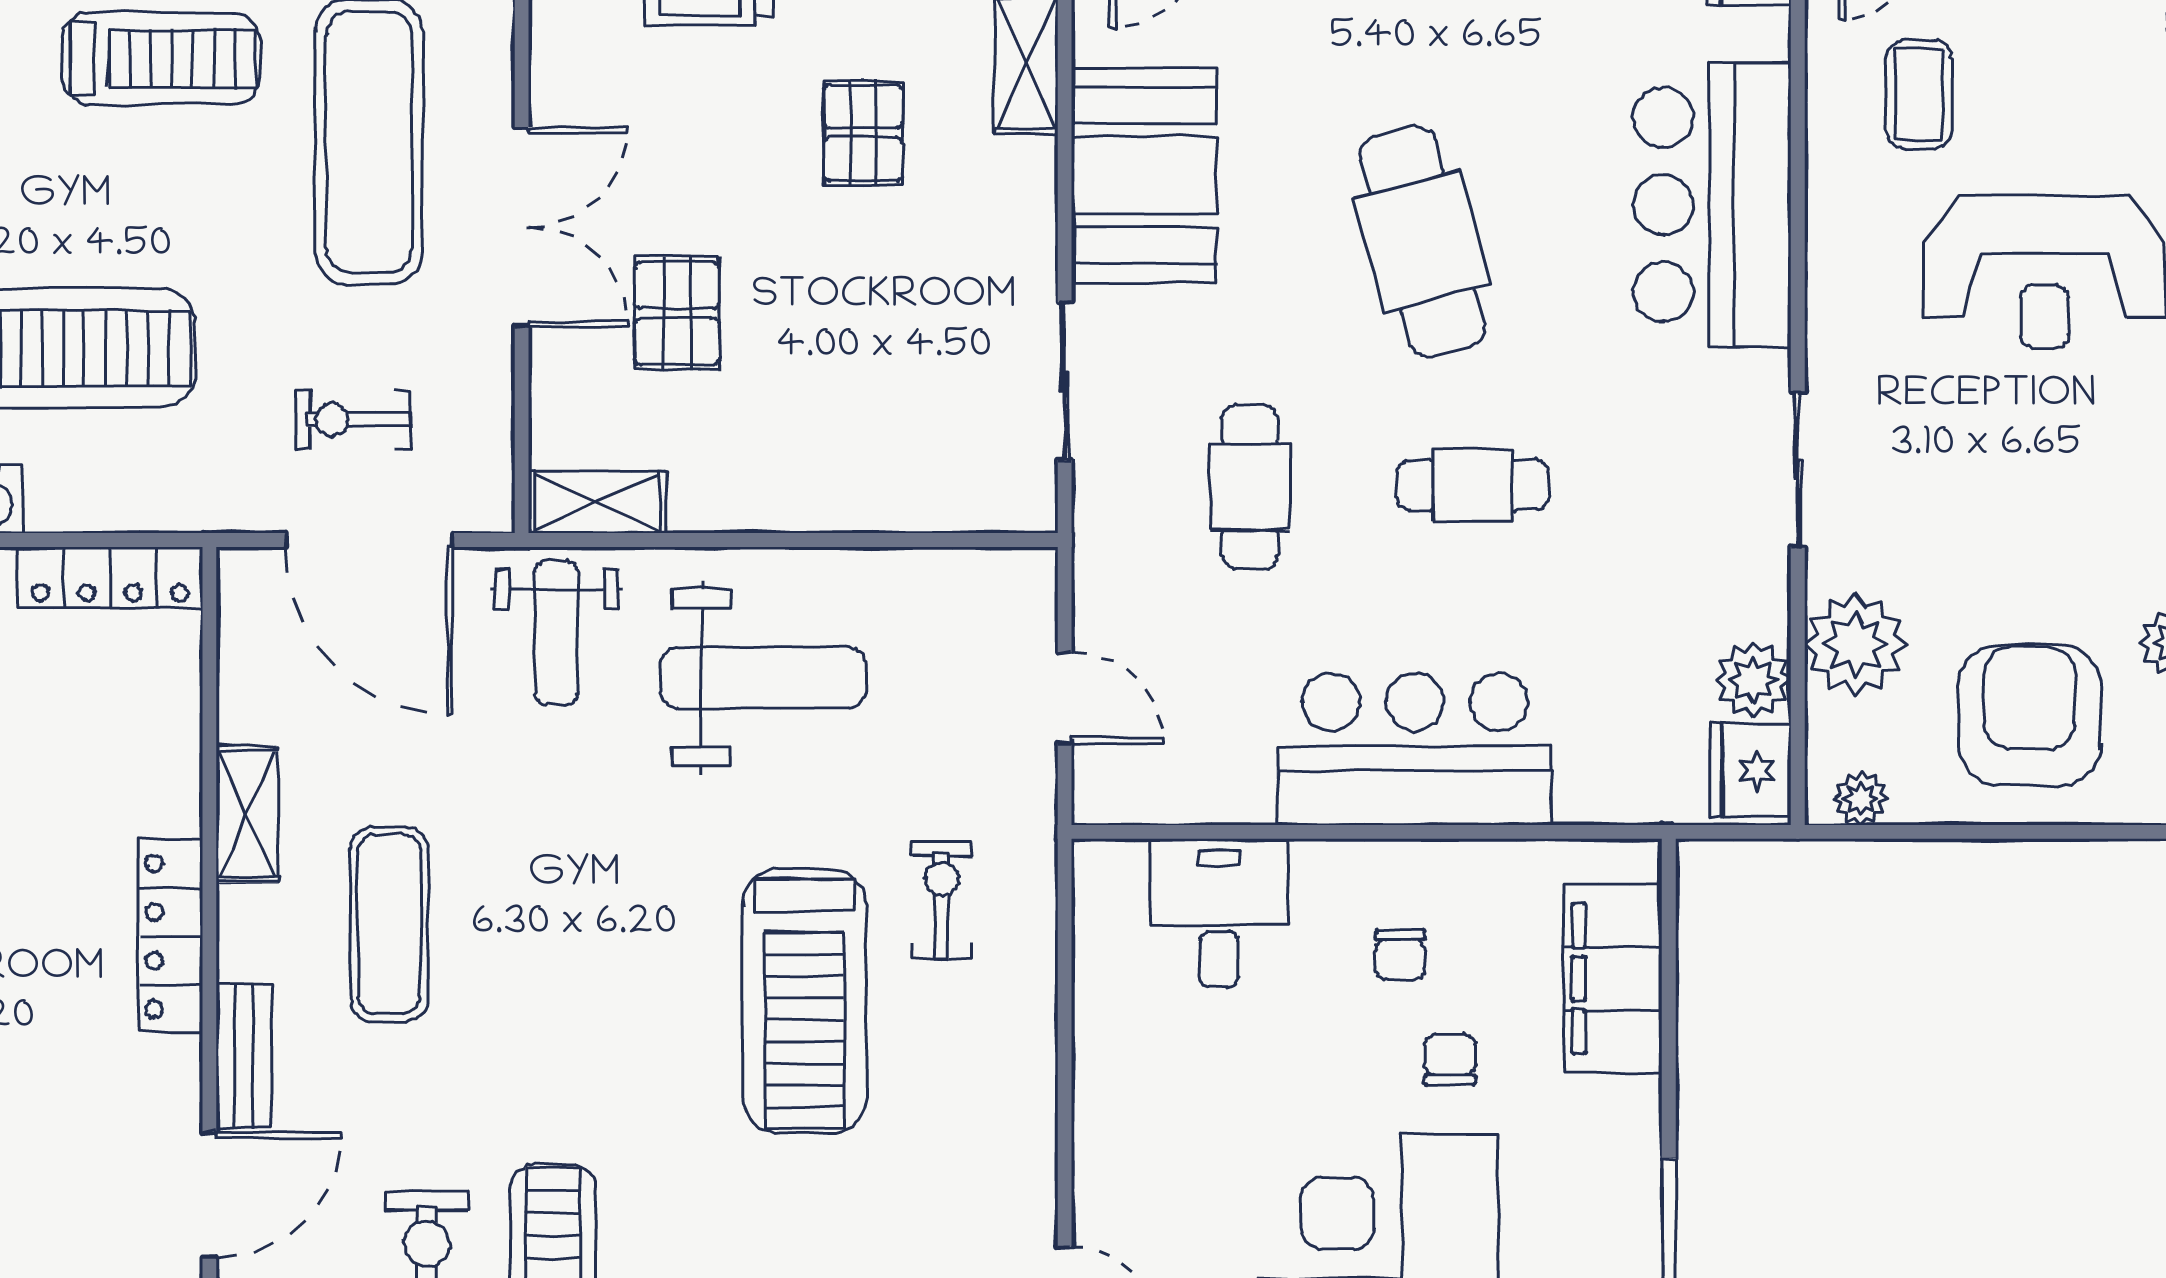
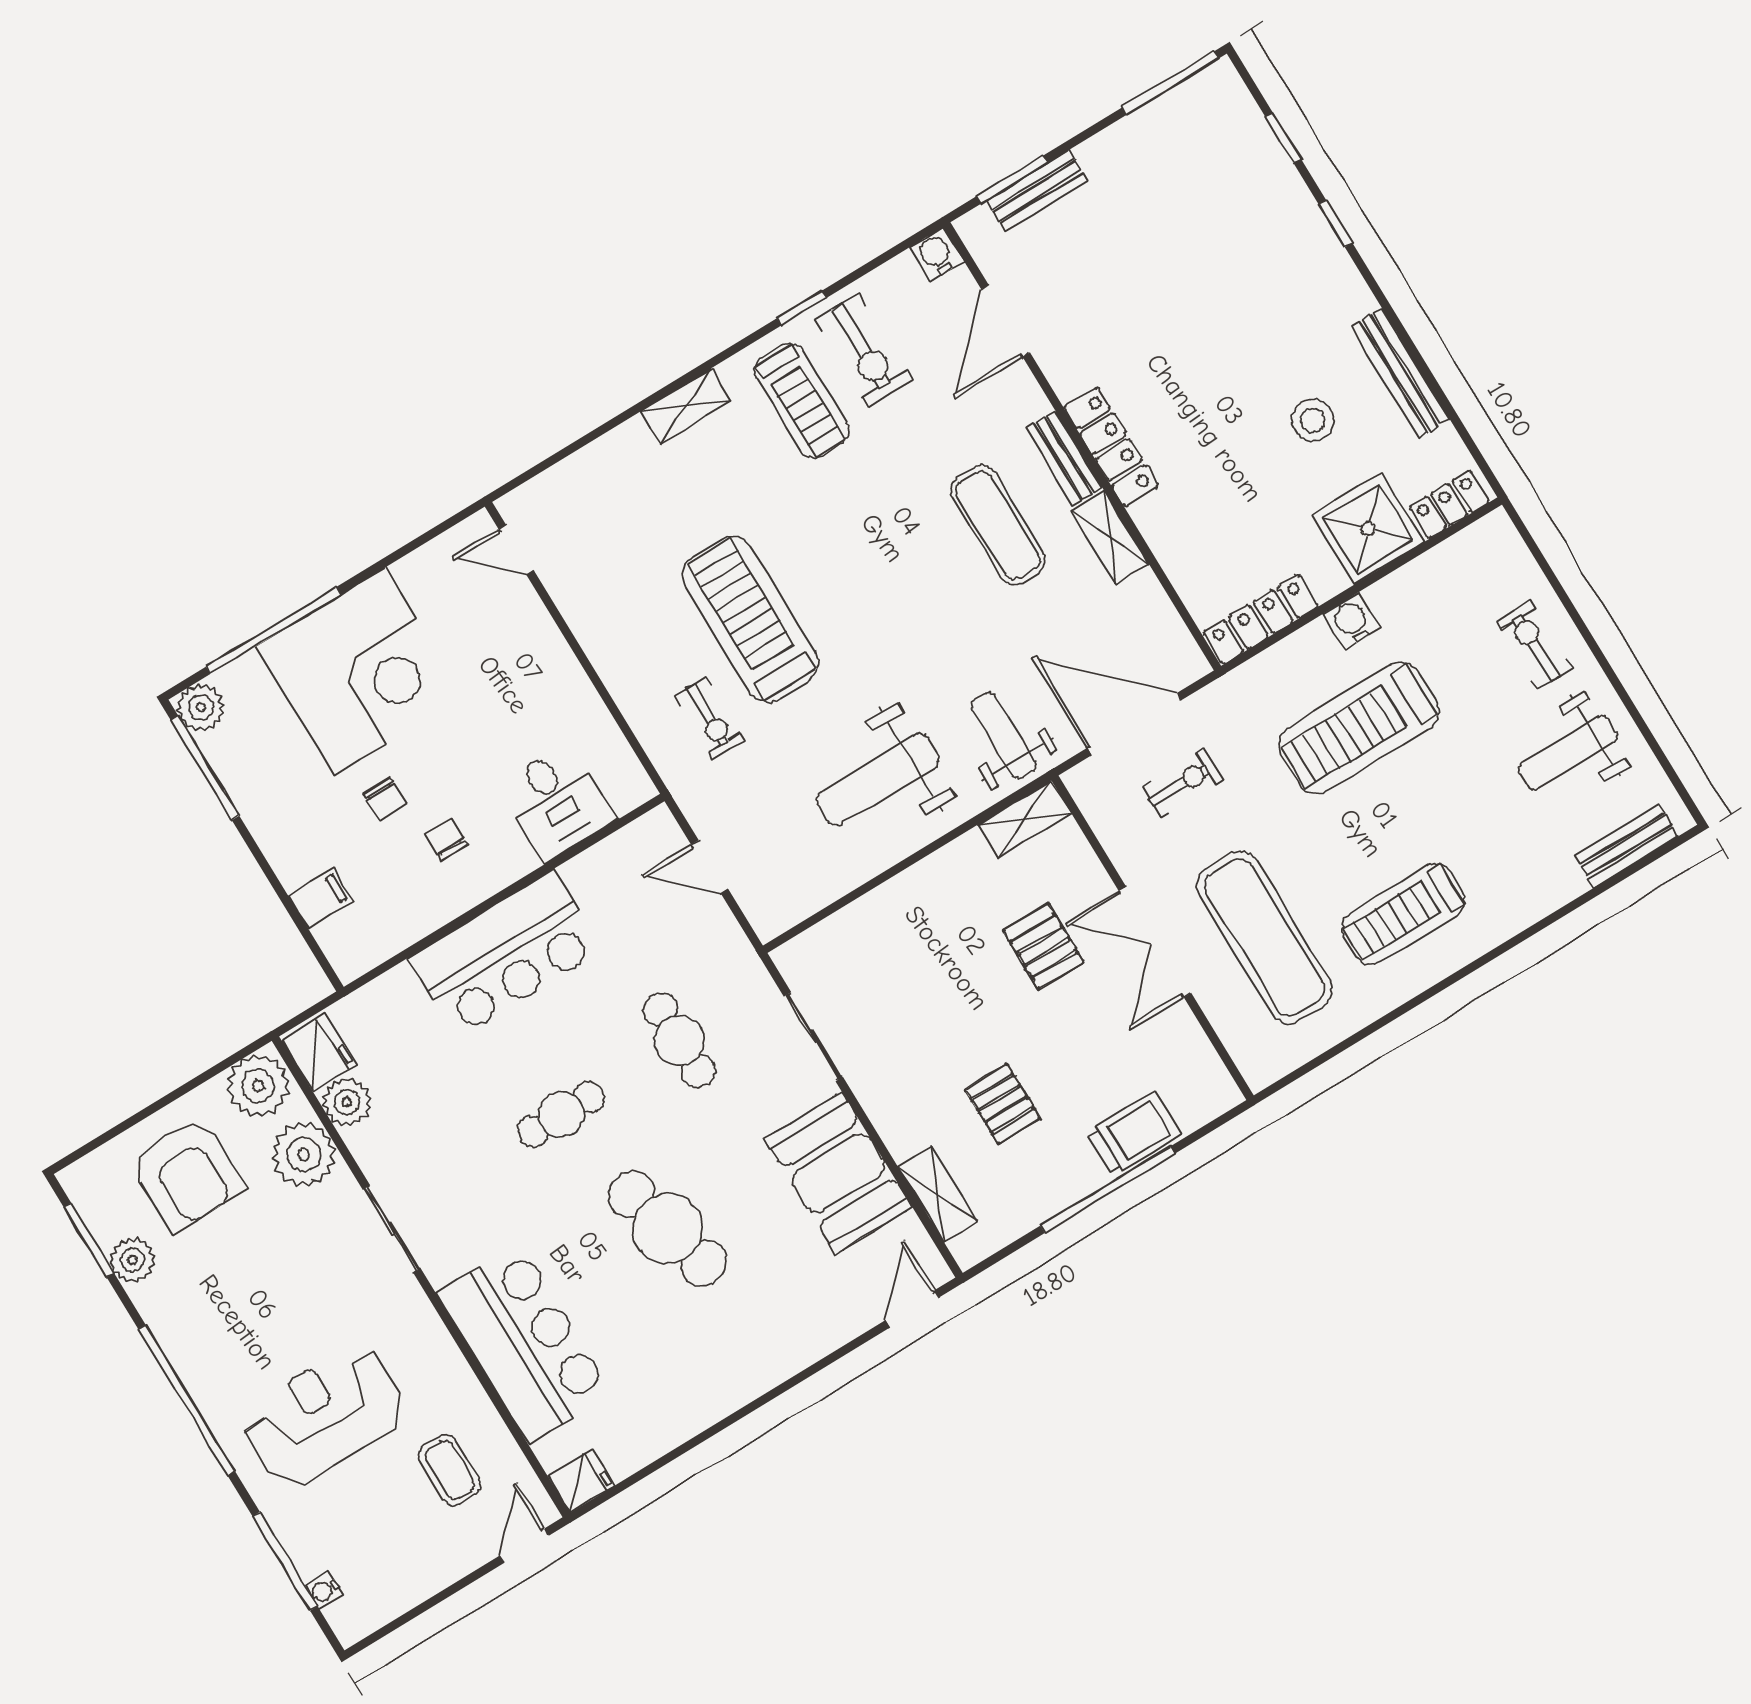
plant: (1861, 798) -> (258, 1086), width x1.87, depth x1.87
filing cabinet: (1613, 978) -> (321, 898), width x0.33, depth x0.86
bench: (244, 1056) -> (1064, 458), moved

